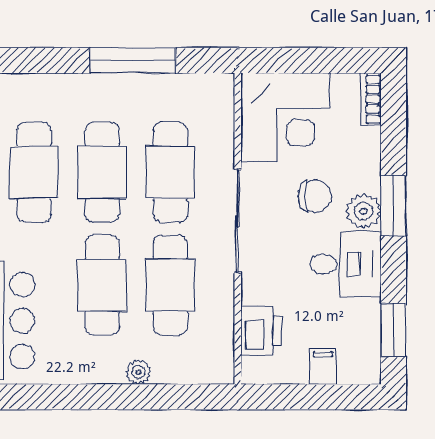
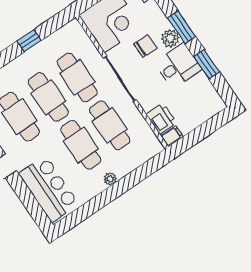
window: (133, 60) -> (29, 41), width x0.46
window: (393, 330) -> (207, 64), moved
filing cabinet: (323, 367) -> (172, 136), moved, turned 90
plant: (138, 372) -> (110, 179), moved

